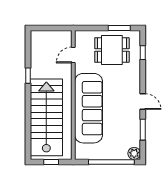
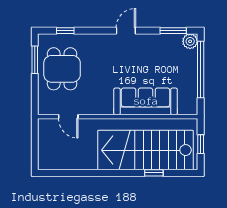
window: (28, 76) -> (154, 173), moved
sofa: (89, 108) -> (146, 101), width x0.74, depth x0.79
window: (143, 130) -> (173, 31), moved

